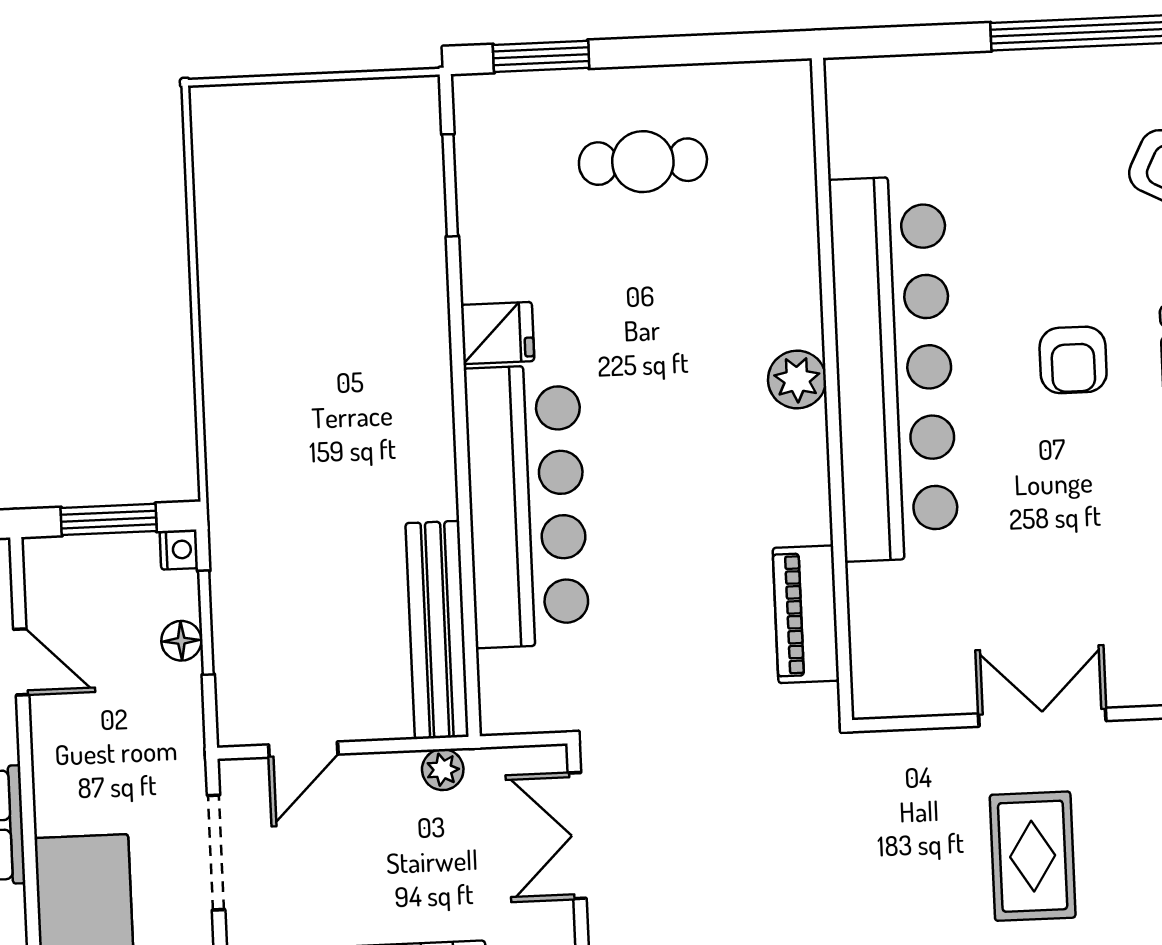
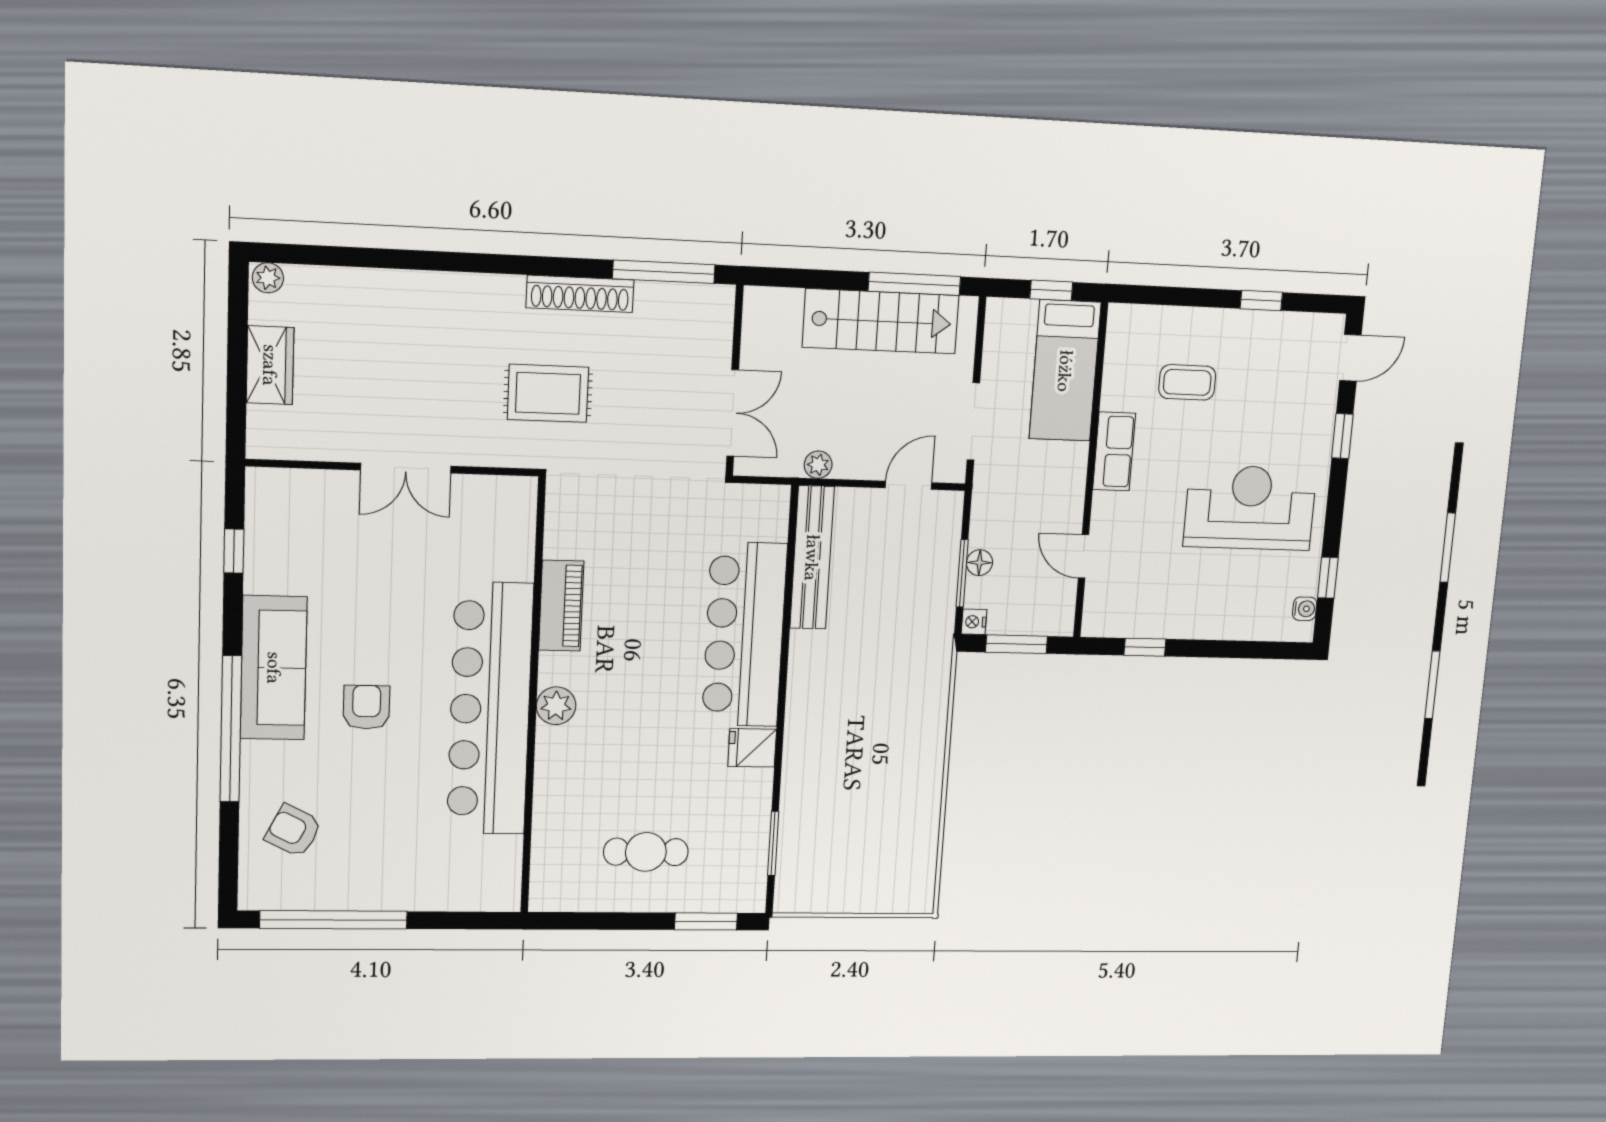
piano: (806, 614) -> (561, 606), moved
rug: (1033, 856) -> (548, 393), moved, turned 90

